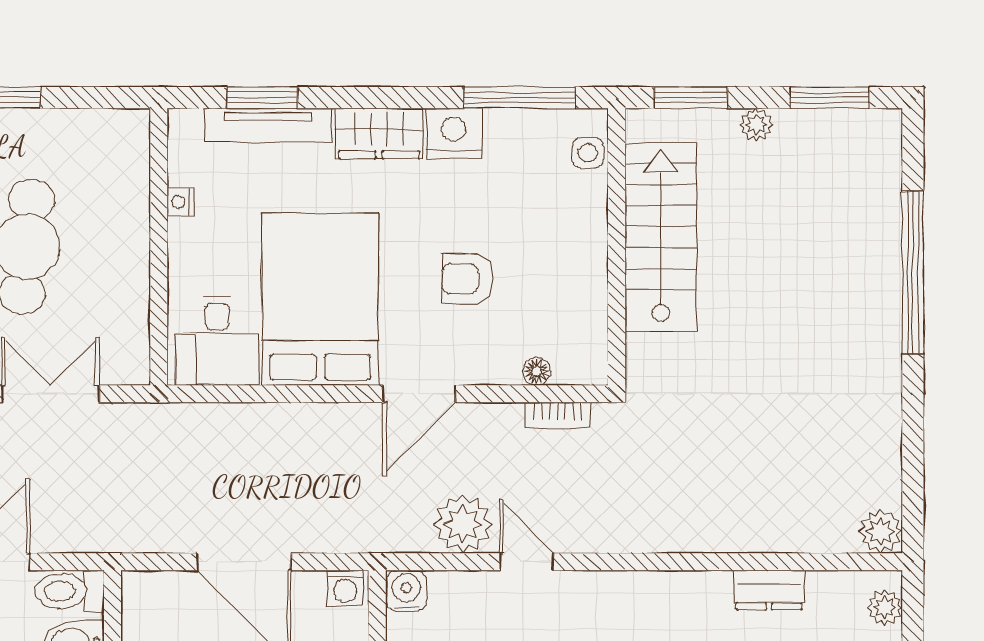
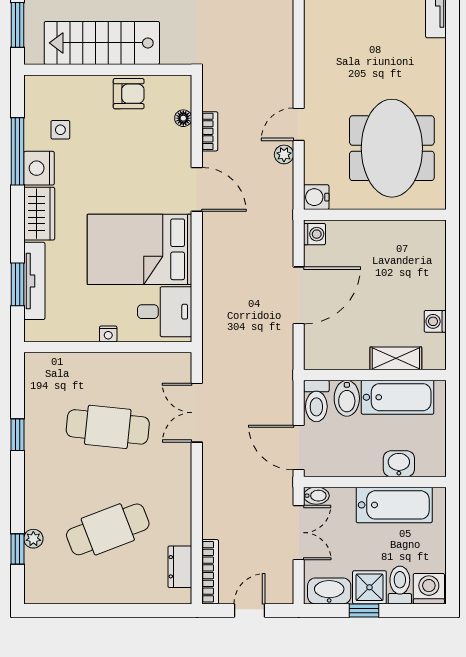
window: (519, 98) -> (17, 151), moved
side table: (588, 153) -> (60, 130), moved
nightstand: (180, 202) -> (108, 334), moved
armchair: (467, 279) -> (129, 94), moved, turned -90
bookcase: (558, 415) -> (210, 131), moved
plant: (463, 524) -> (284, 154), width x0.53, depth x0.53

